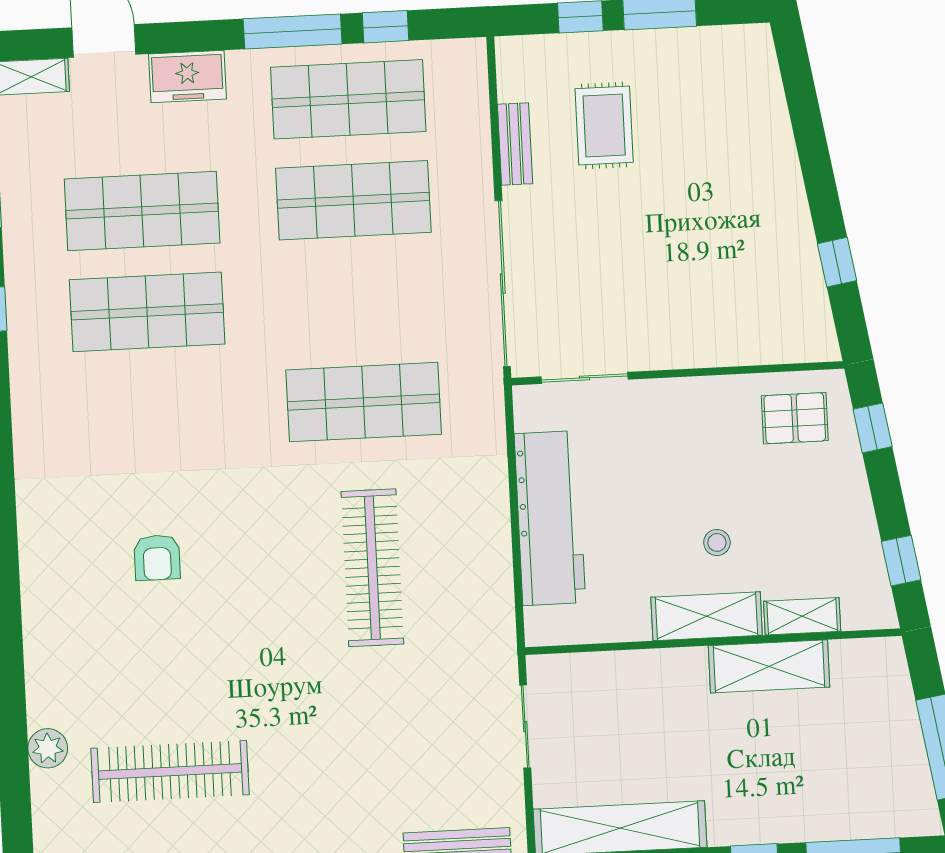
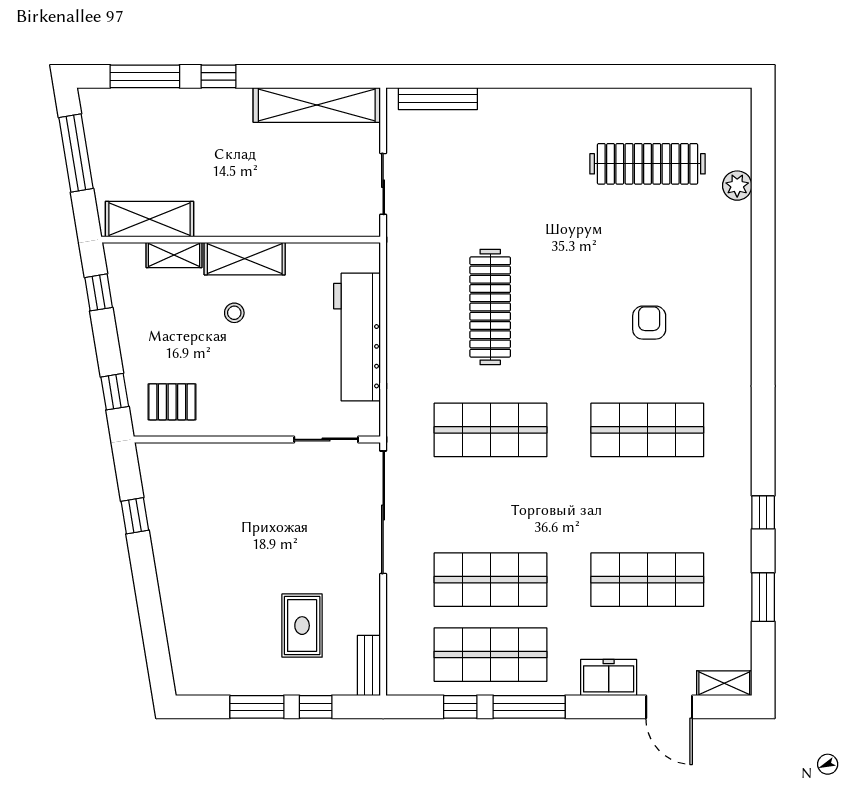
bench: (515, 144) -> (369, 665), moved
shop shelf: (147, 312) -> (647, 430), moved
shelving: (769, 666) -> (149, 219), moved

